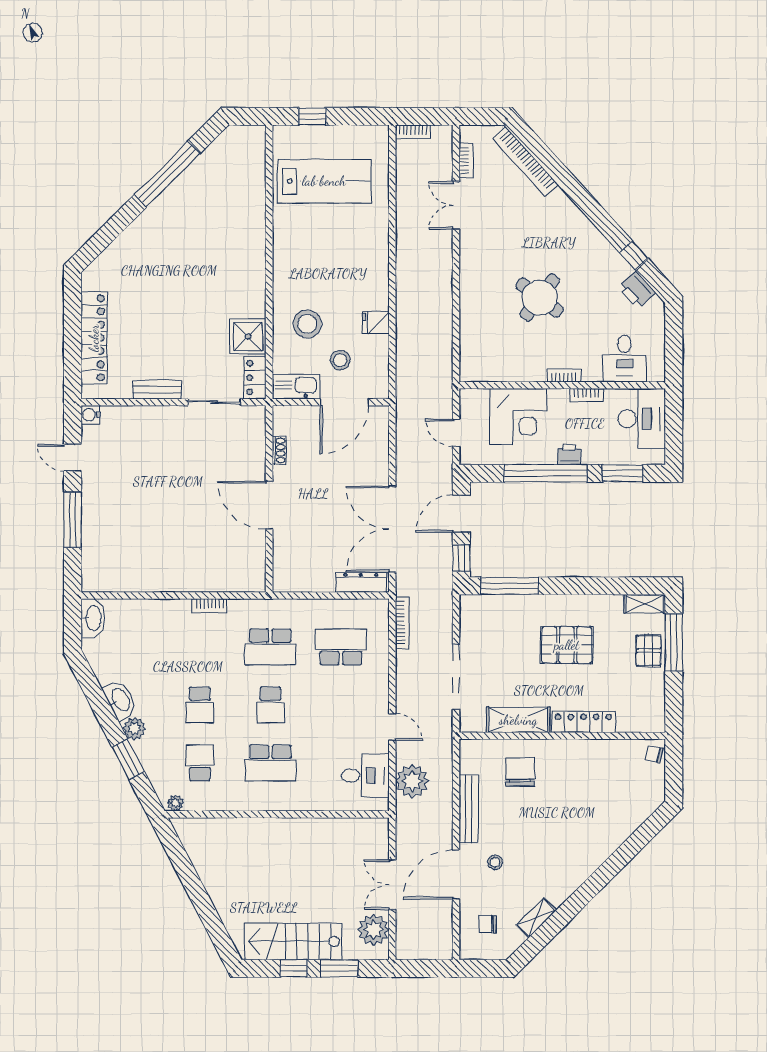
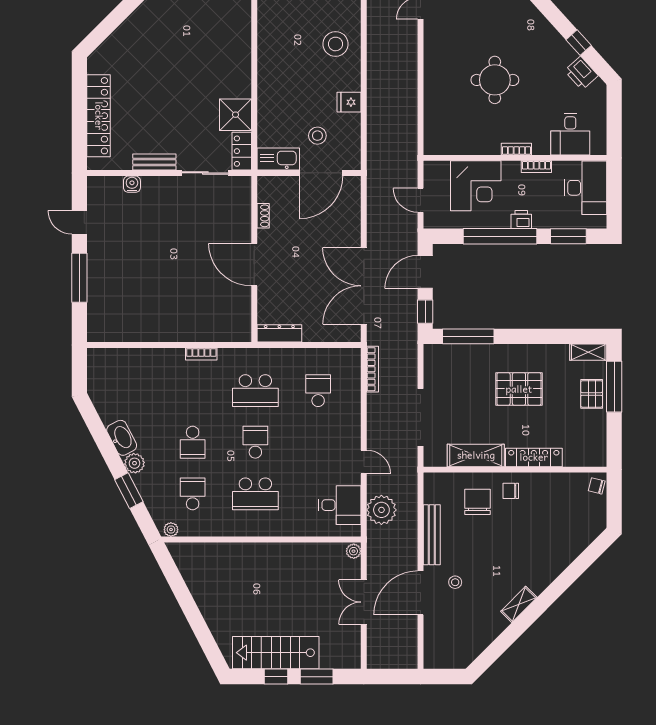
round table: (540, 298) -> (495, 80), turned -37
stool: (307, 324) -> (336, 44), moved
water cooler: (90, 415) -> (132, 184), moved, turned 90
dresser: (361, 583) -> (279, 333), moved
washbasin: (93, 618) -> (98, 365), removed
school desk: (341, 647) -> (318, 391), width x0.54
school desk: (270, 705) -> (255, 442), turned 180
shelving: (536, 918) -> (519, 604), moved
chair: (487, 924) -> (511, 491), moved
plant: (373, 930) -> (354, 551), moved, width x0.53, depth x0.53

